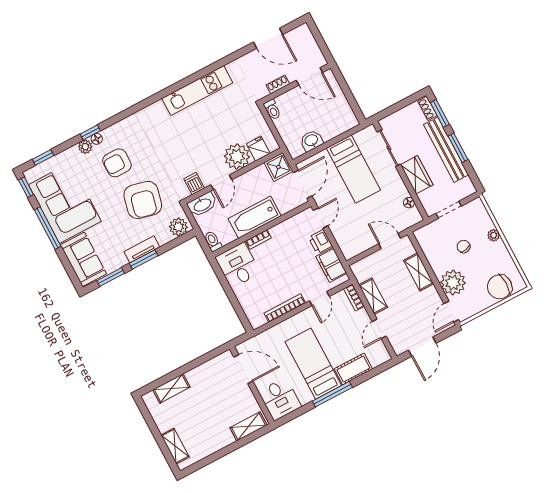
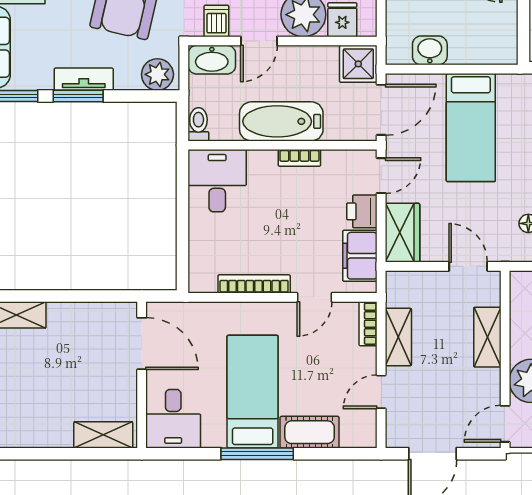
bookcase: (258, 239) -> (299, 158), moved
wardrobe: (347, 242) -> (402, 233), added

